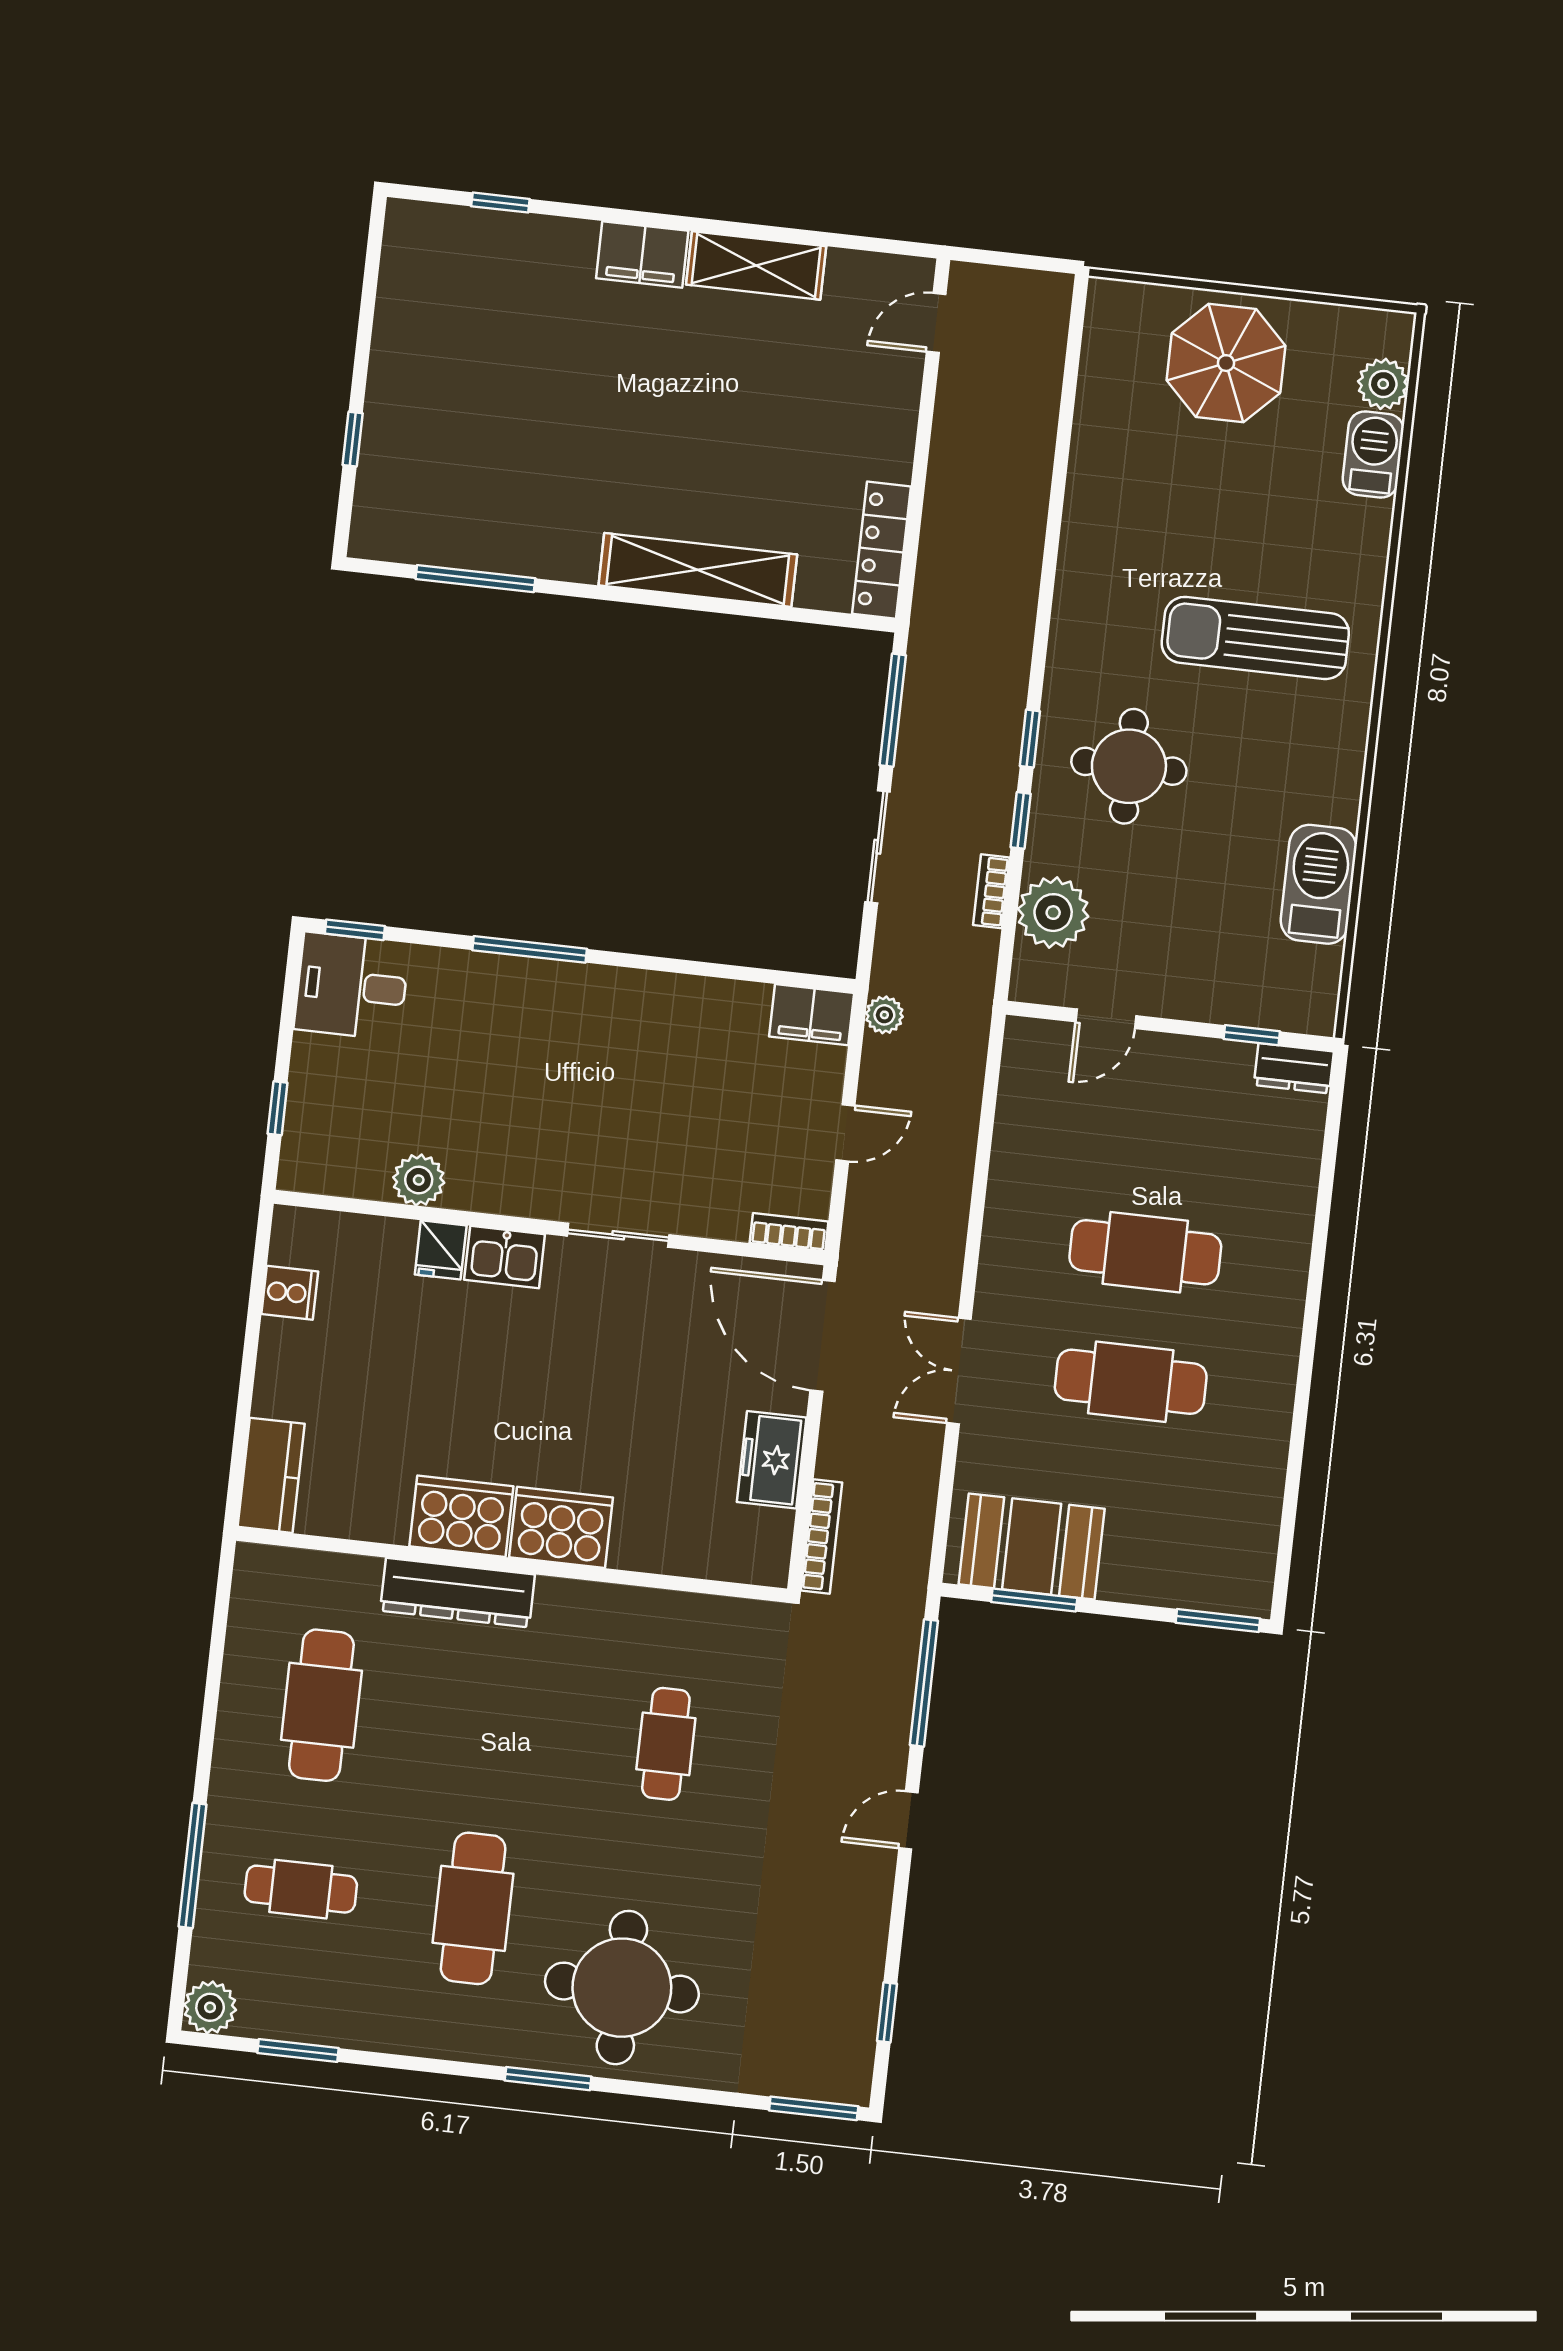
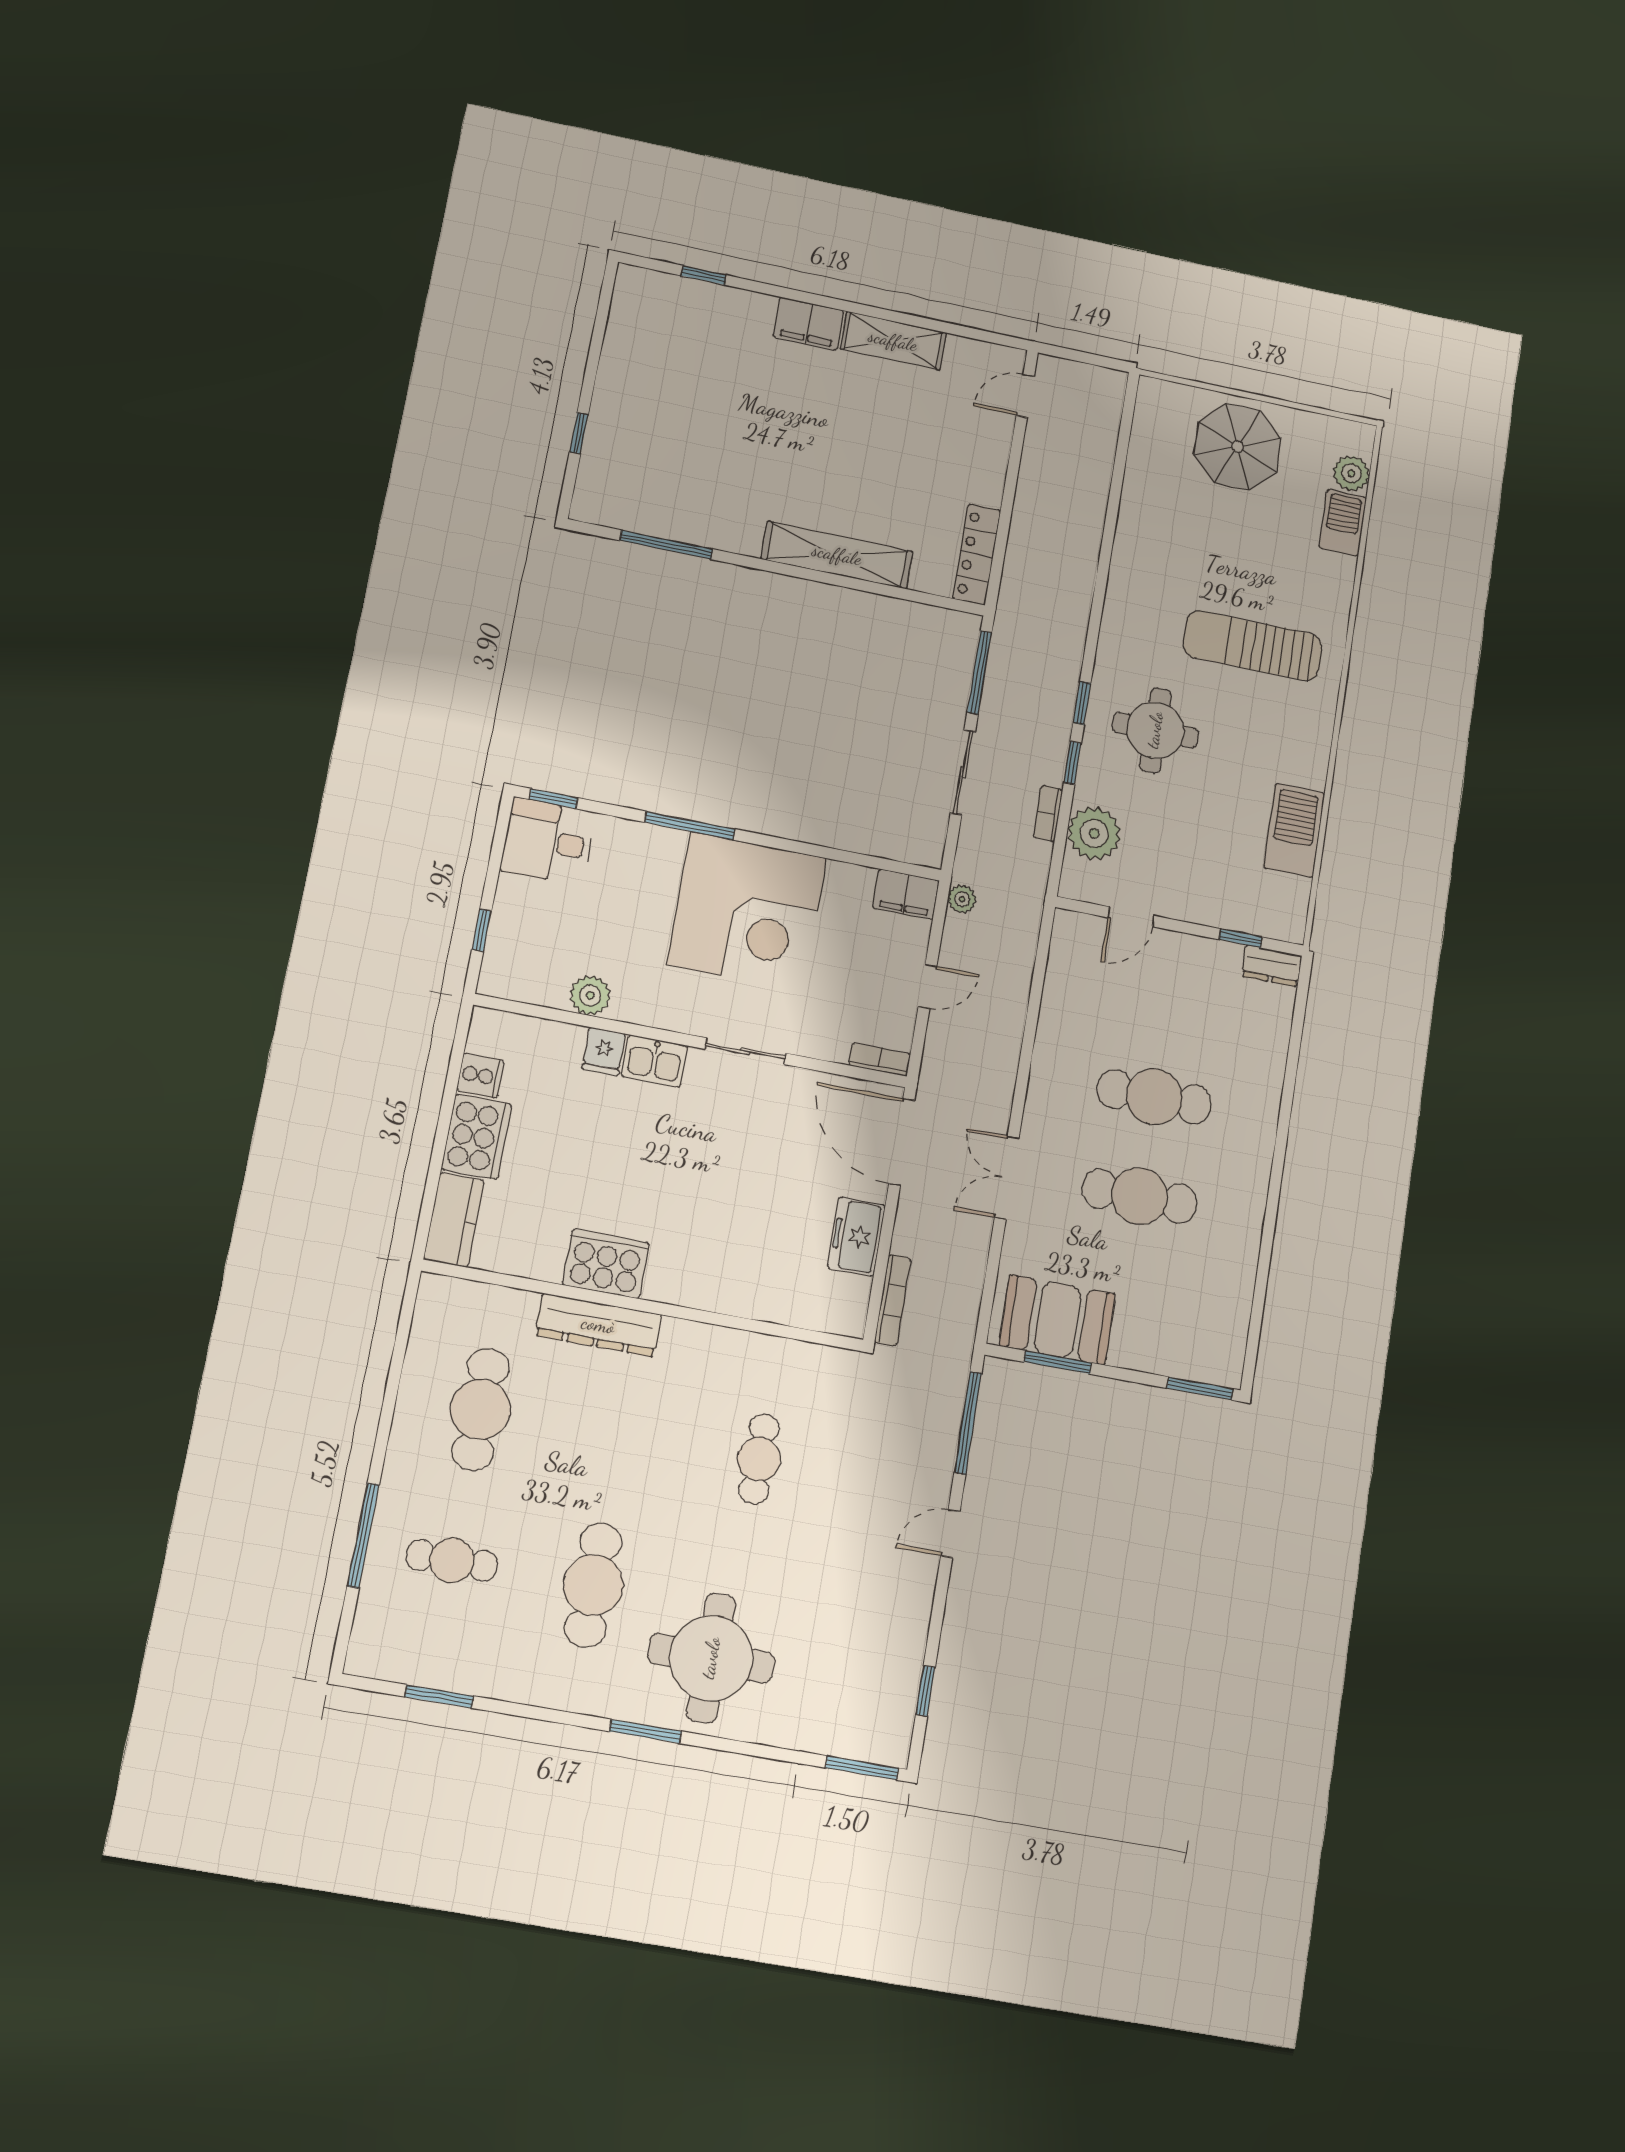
corner desk: (609, 1054) -> (747, 911), added
cooker: (561, 1527) -> (476, 1137), moved, turned 90
plant: (210, 2007) -> (368, 1656), removed

